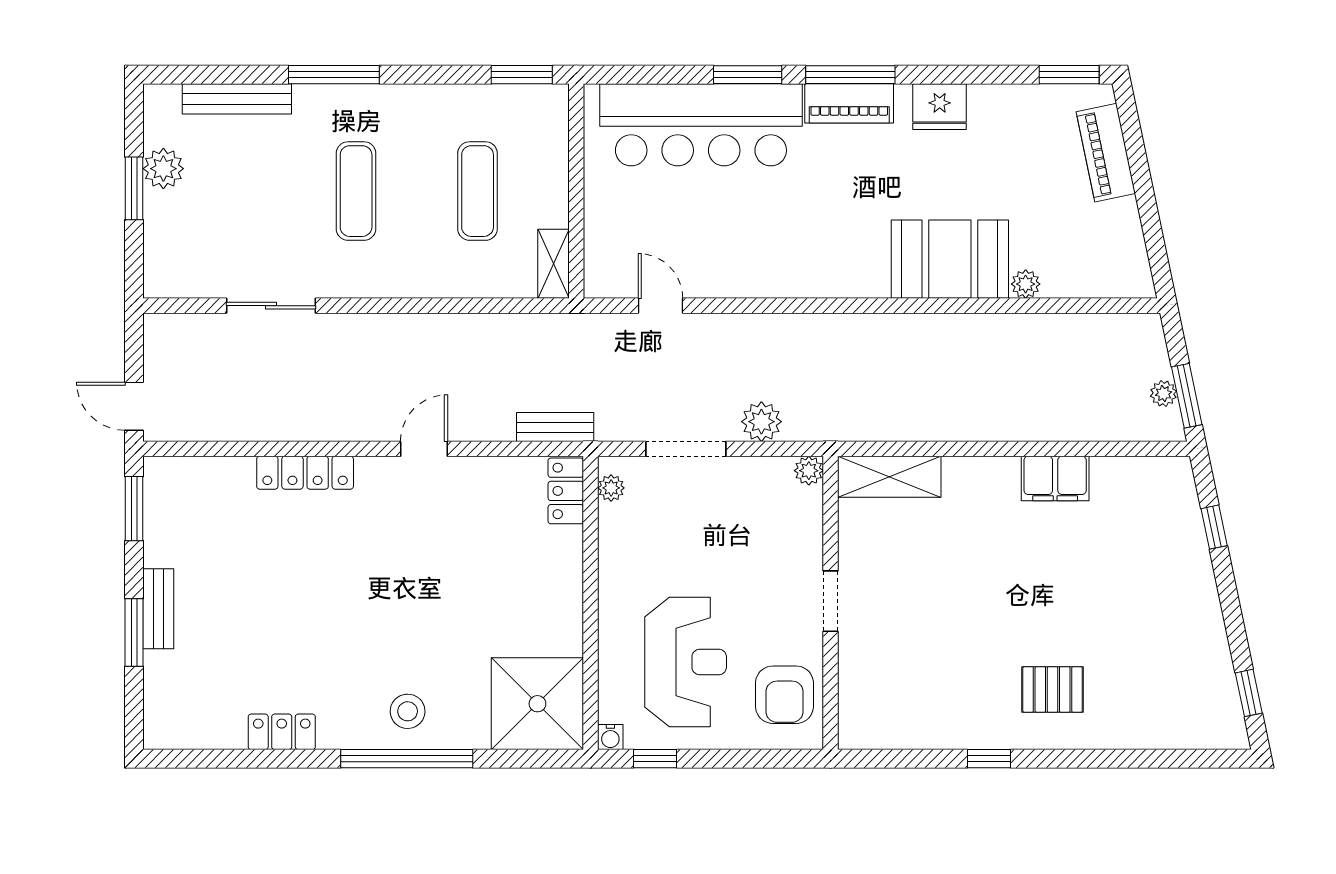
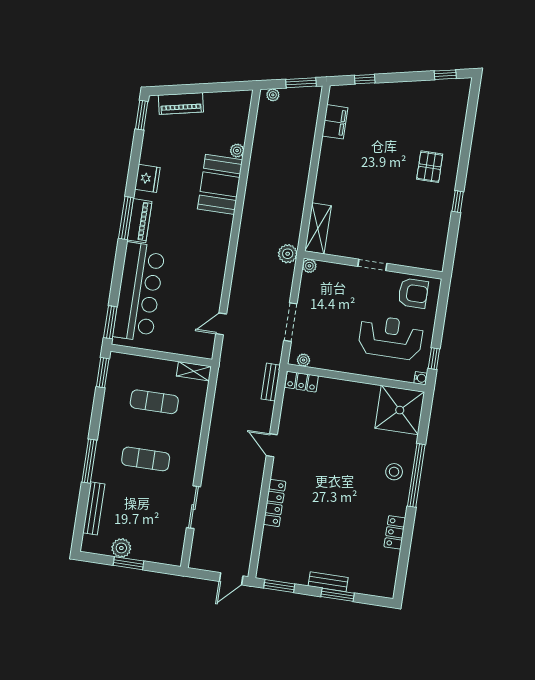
window: (748, 75) -> (110, 322), moved
plant: (1163, 394) -> (273, 95), moved
plant: (761, 422) -> (288, 254), moved
filing cabinet: (1055, 478) -> (335, 122), moved

